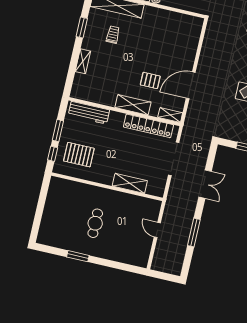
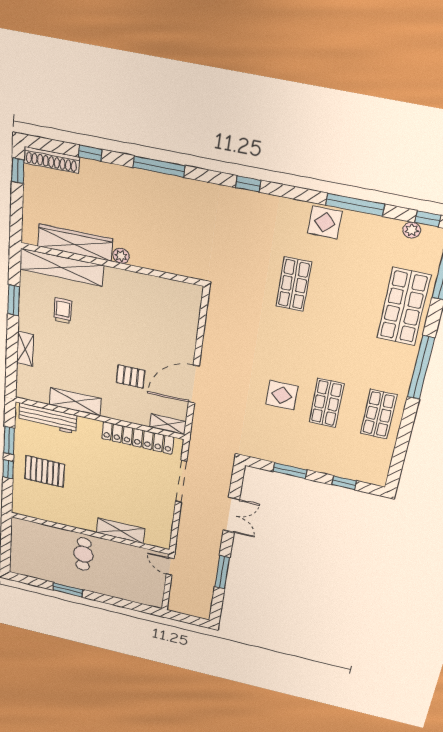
shelving: (133, 105) -> (75, 402), moved
shelving: (130, 183) -> (121, 531), moved
wall: (107, 187) -> (90, 533), moved

